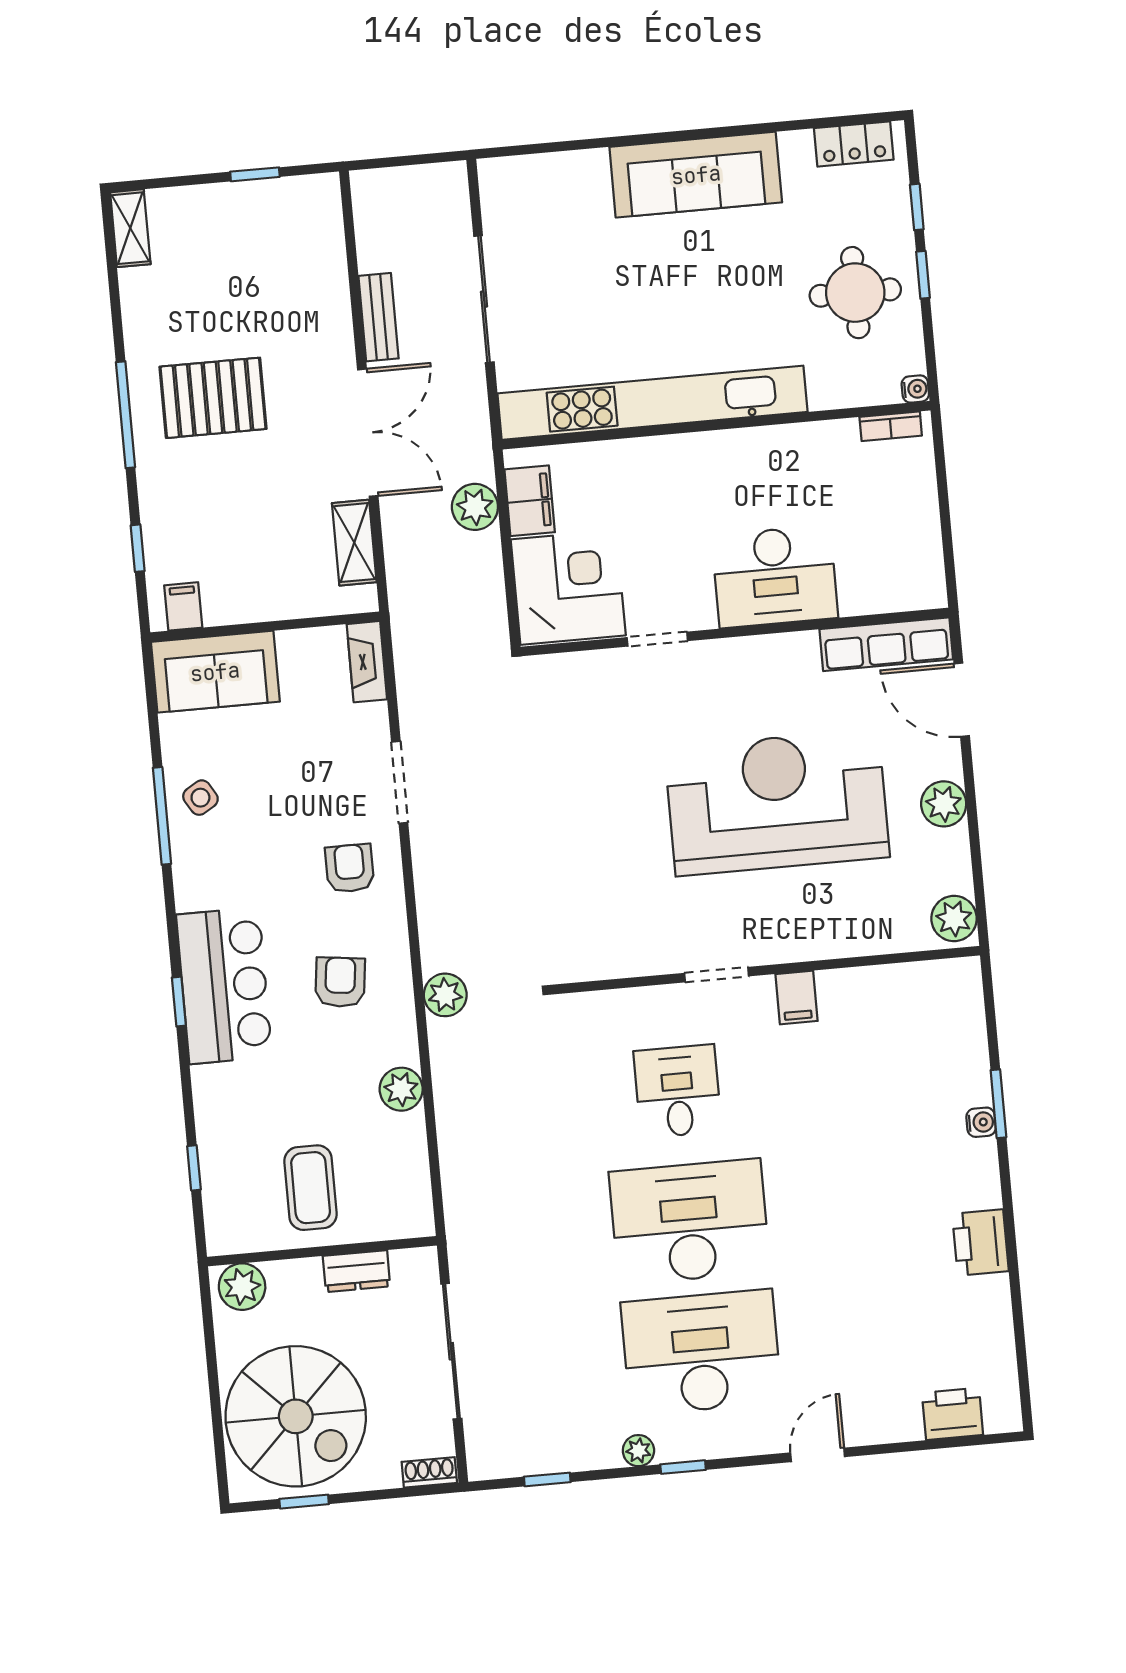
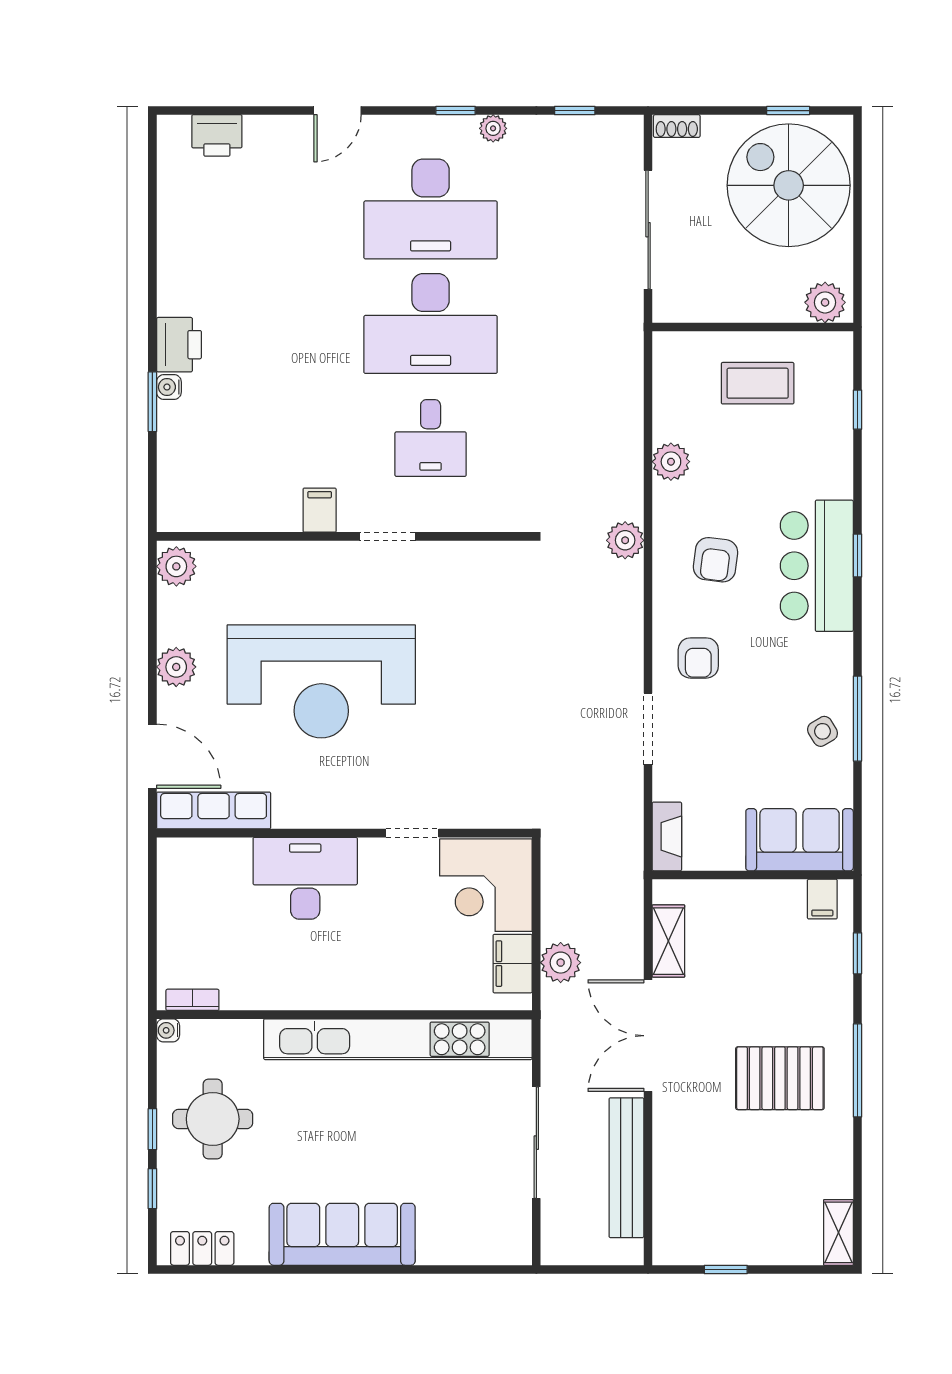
bench: (379, 317) -> (626, 1168), width x1.86, depth x1.21
coffee table: (311, 1188) -> (758, 383), turned 90
printer: (980, 1243) -> (179, 345), moved
dresser: (356, 1271) -> (724, 307), removed

